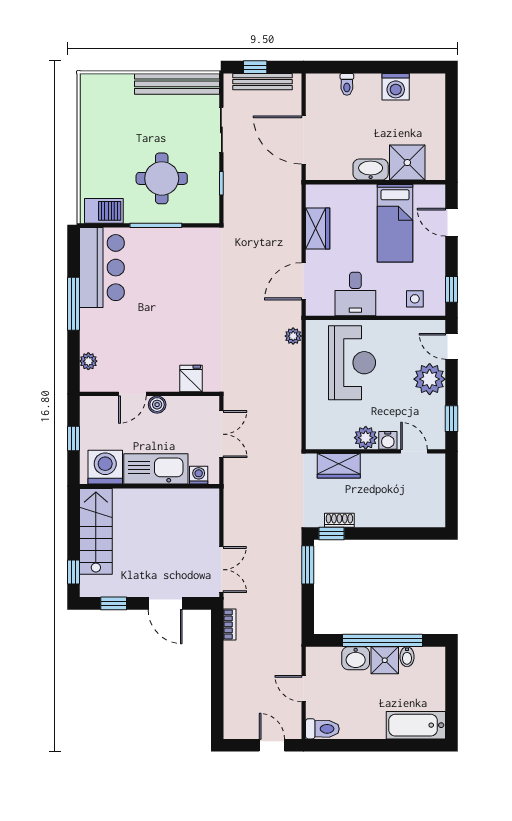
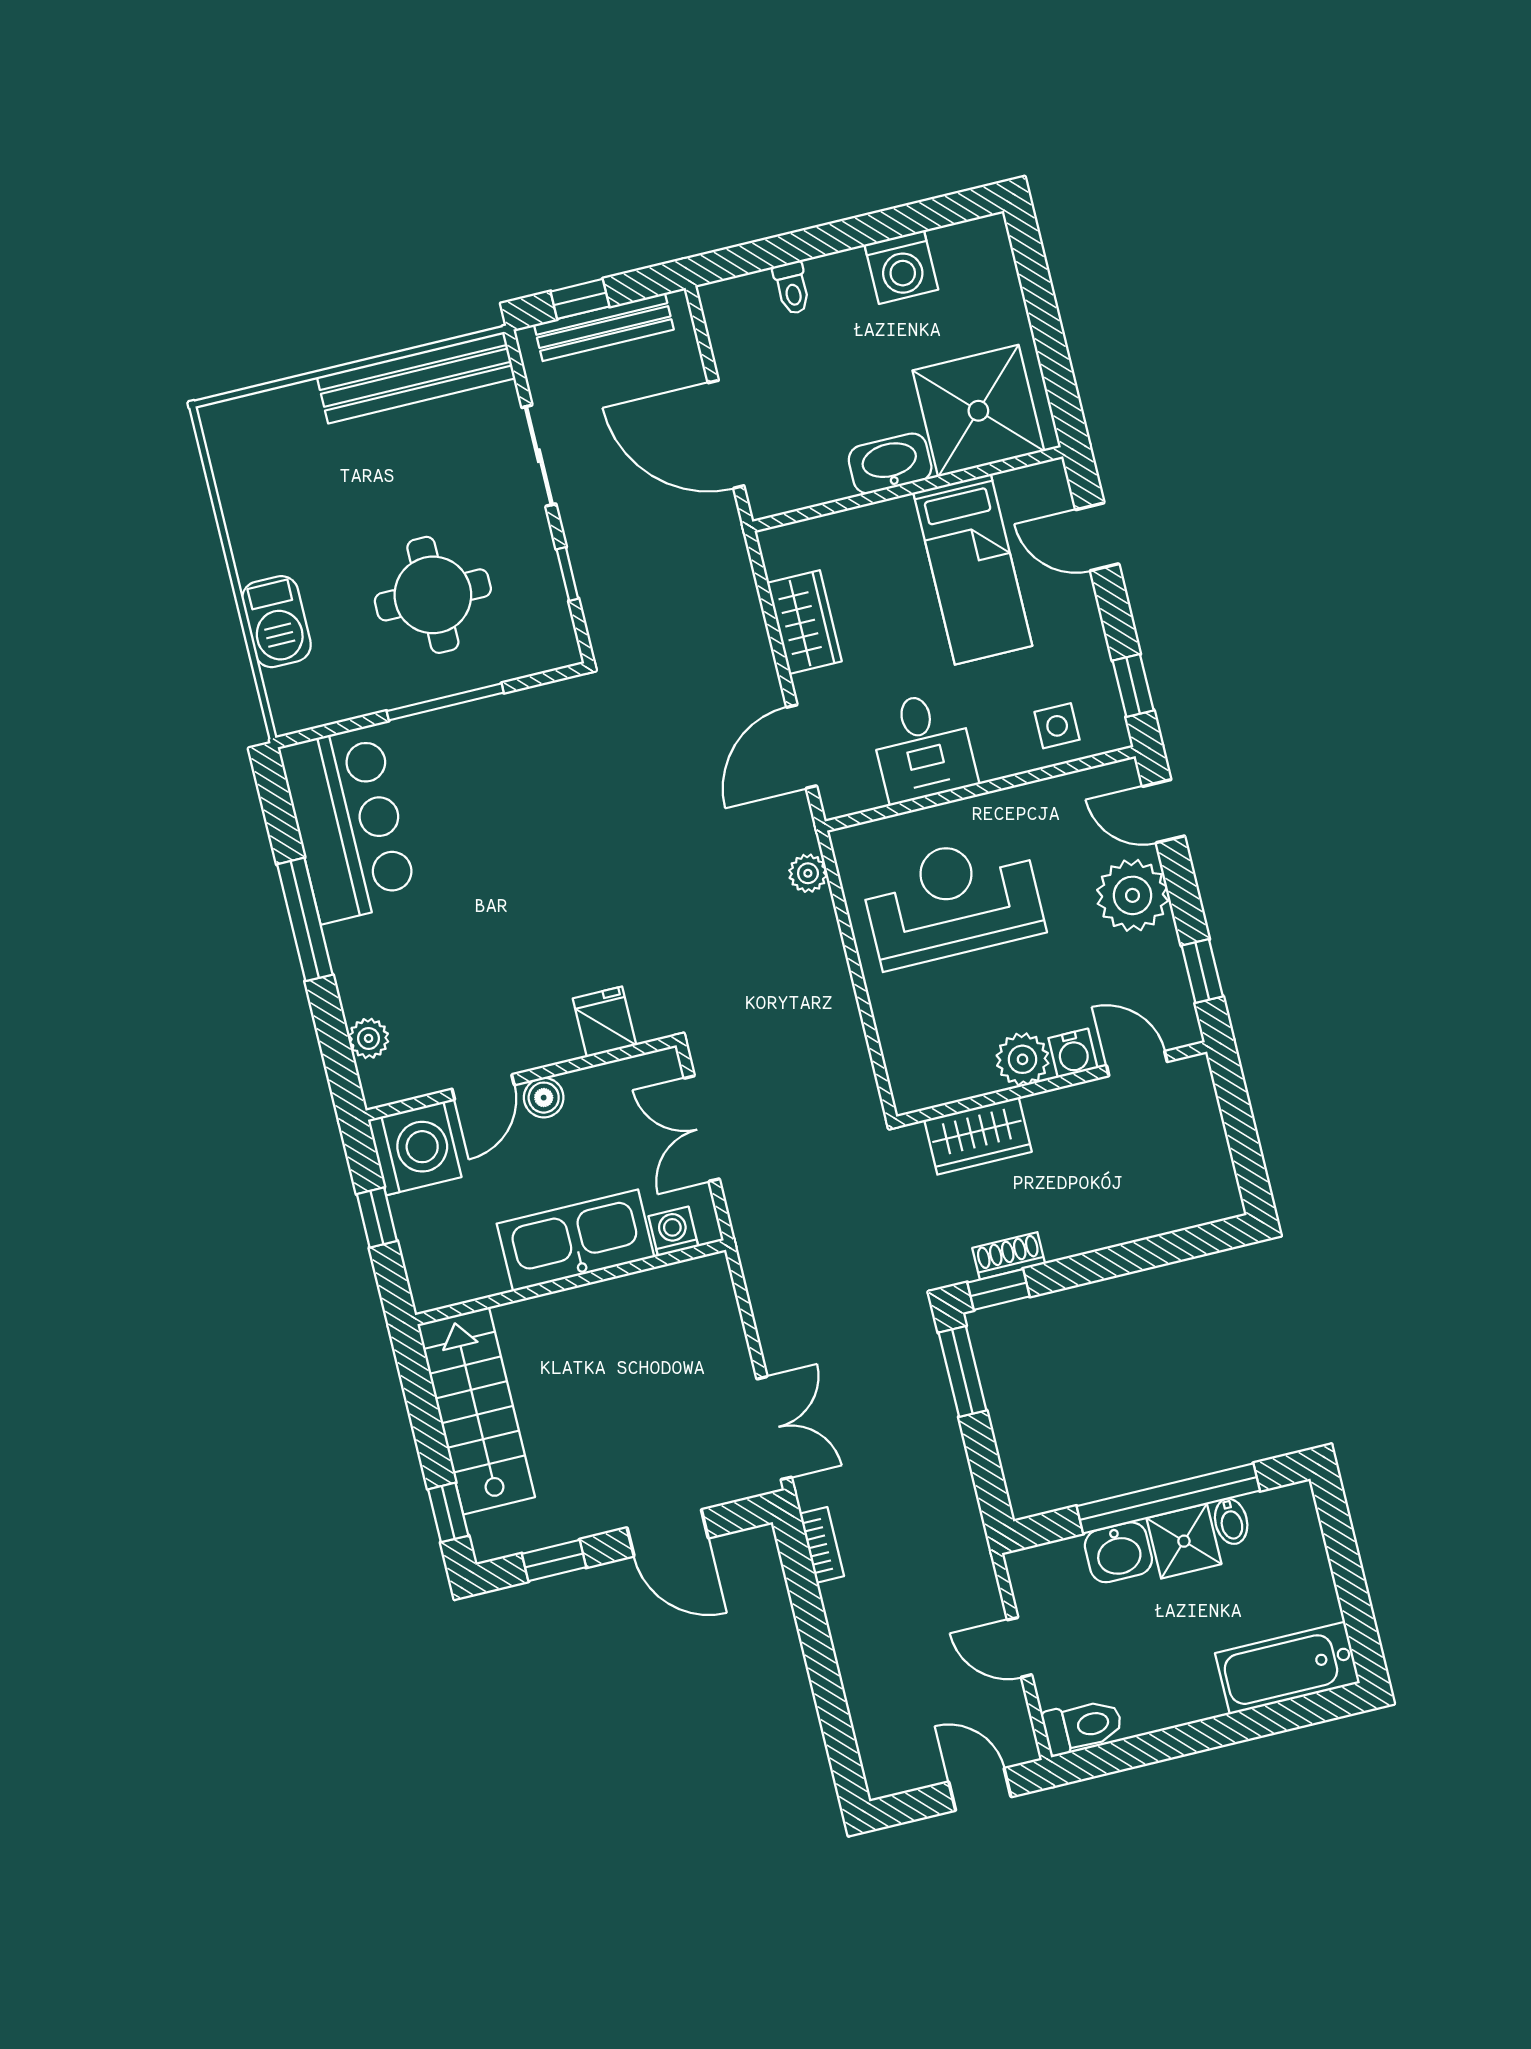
shower: (407, 163) -> (978, 411), width x1.37, depth x1.37
barbecue: (104, 211) -> (276, 622), moved, turned 90
reception desk: (352, 363) -> (952, 901), turned -90
double door: (221, 434) -> (702, 1129), swing flipped
washing machine: (105, 467) -> (415, 1148), moved, turned 90

